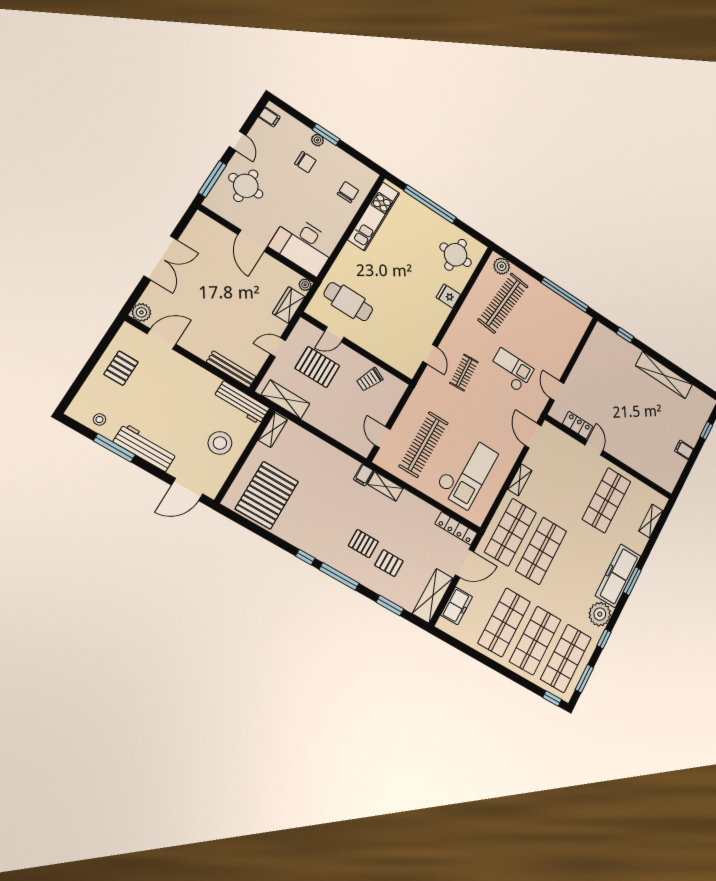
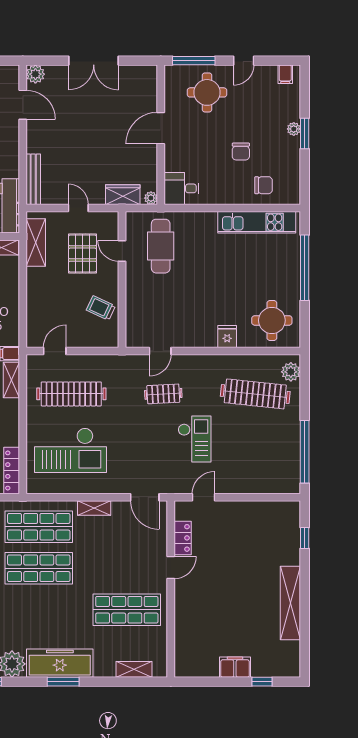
chair: (305, 162) -> (241, 152), moved
desk: (303, 245) -> (181, 188), width x0.53, depth x0.77
door: (533, 436) -> (145, 497), swing flipped
filing cabinet: (684, 450) -> (235, 667), width x2.00

